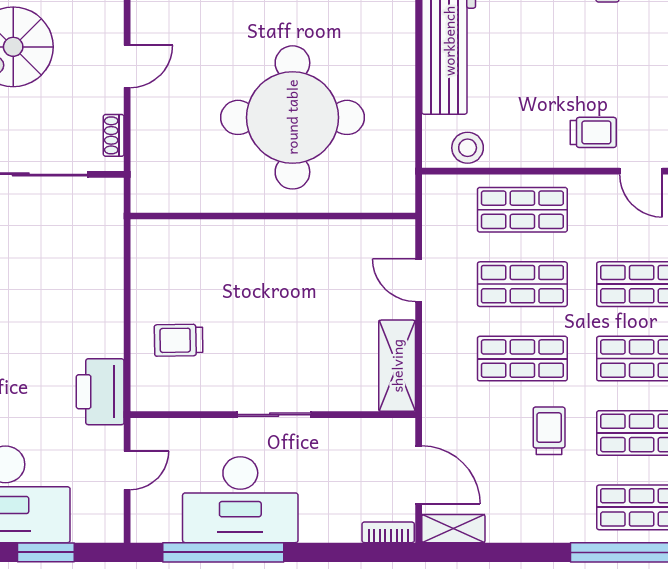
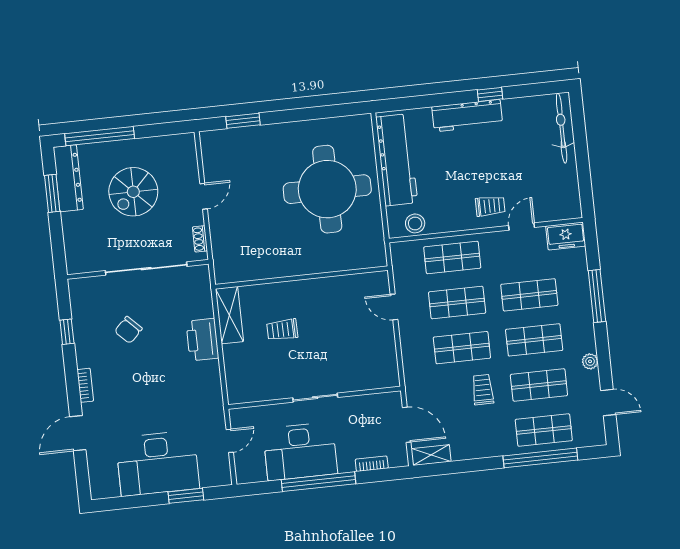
round table: (292, 117) -> (327, 189), moved
door: (641, 171) -> (522, 226), swing flipped
trolley: (179, 340) -> (282, 330), moved
shelving: (397, 366) -> (229, 315), moved
printer: (100, 392) -> (202, 340), moved
bookcase: (388, 532) -> (372, 464), moved
window: (223, 552) -> (319, 482), moved

